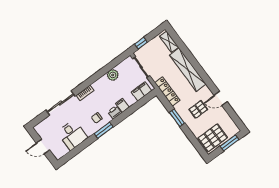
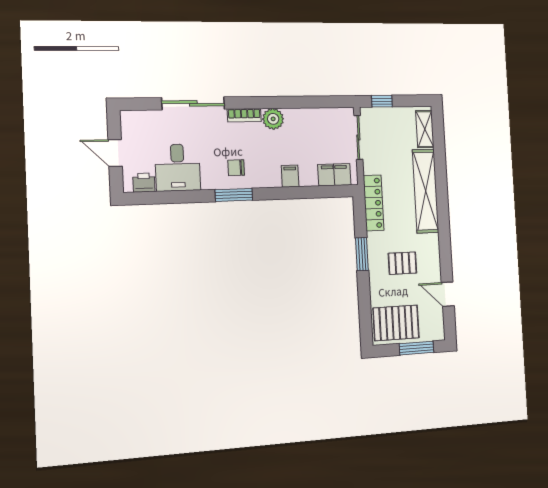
plant: (113, 75) -> (273, 119), moved
door: (221, 98) -> (448, 294), moved
printer: (115, 112) -> (144, 183), moved

